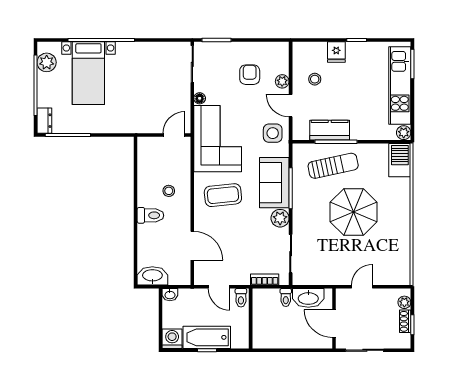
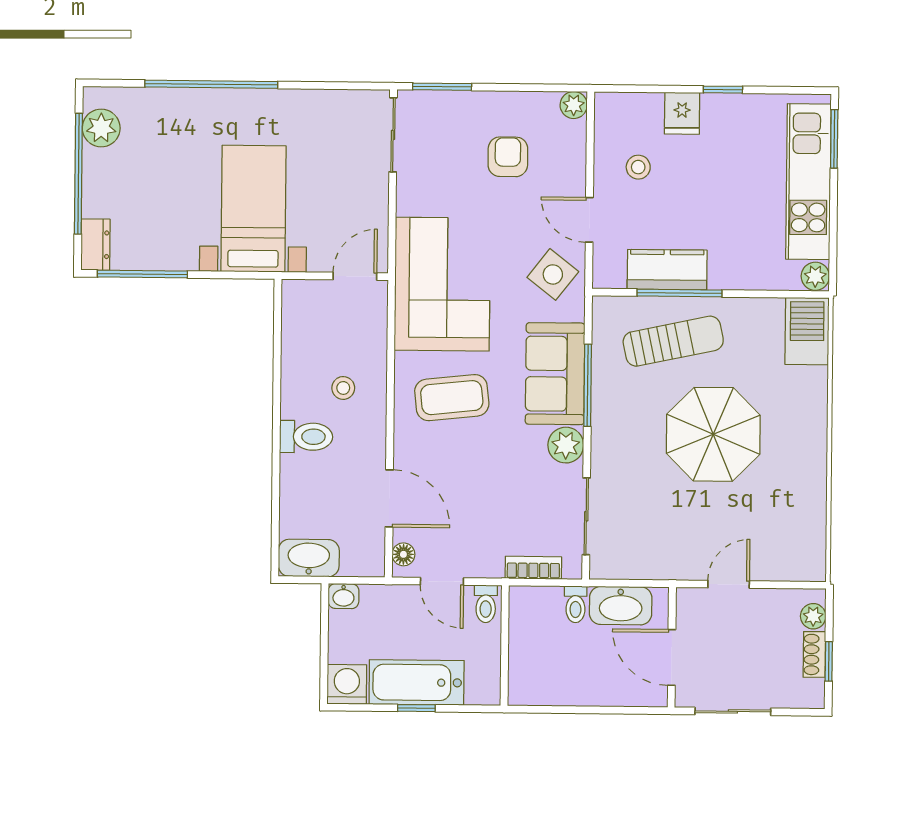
bed with nightstands: (88, 73) -> (253, 209), moved, turned 180
plant: (282, 81) -> (574, 105), moved
floor lamp: (200, 98) -> (403, 554), moved
side table: (273, 133) -> (553, 274), turned 38

